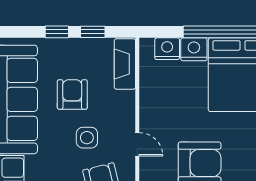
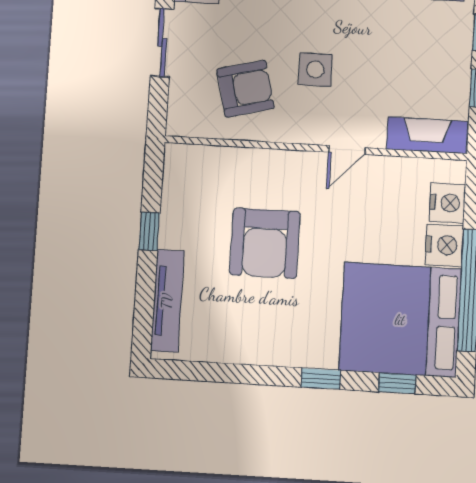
armchair: (72, 94) -> (384, 51), removed
door: (137, 144) -> (347, 150), moved

